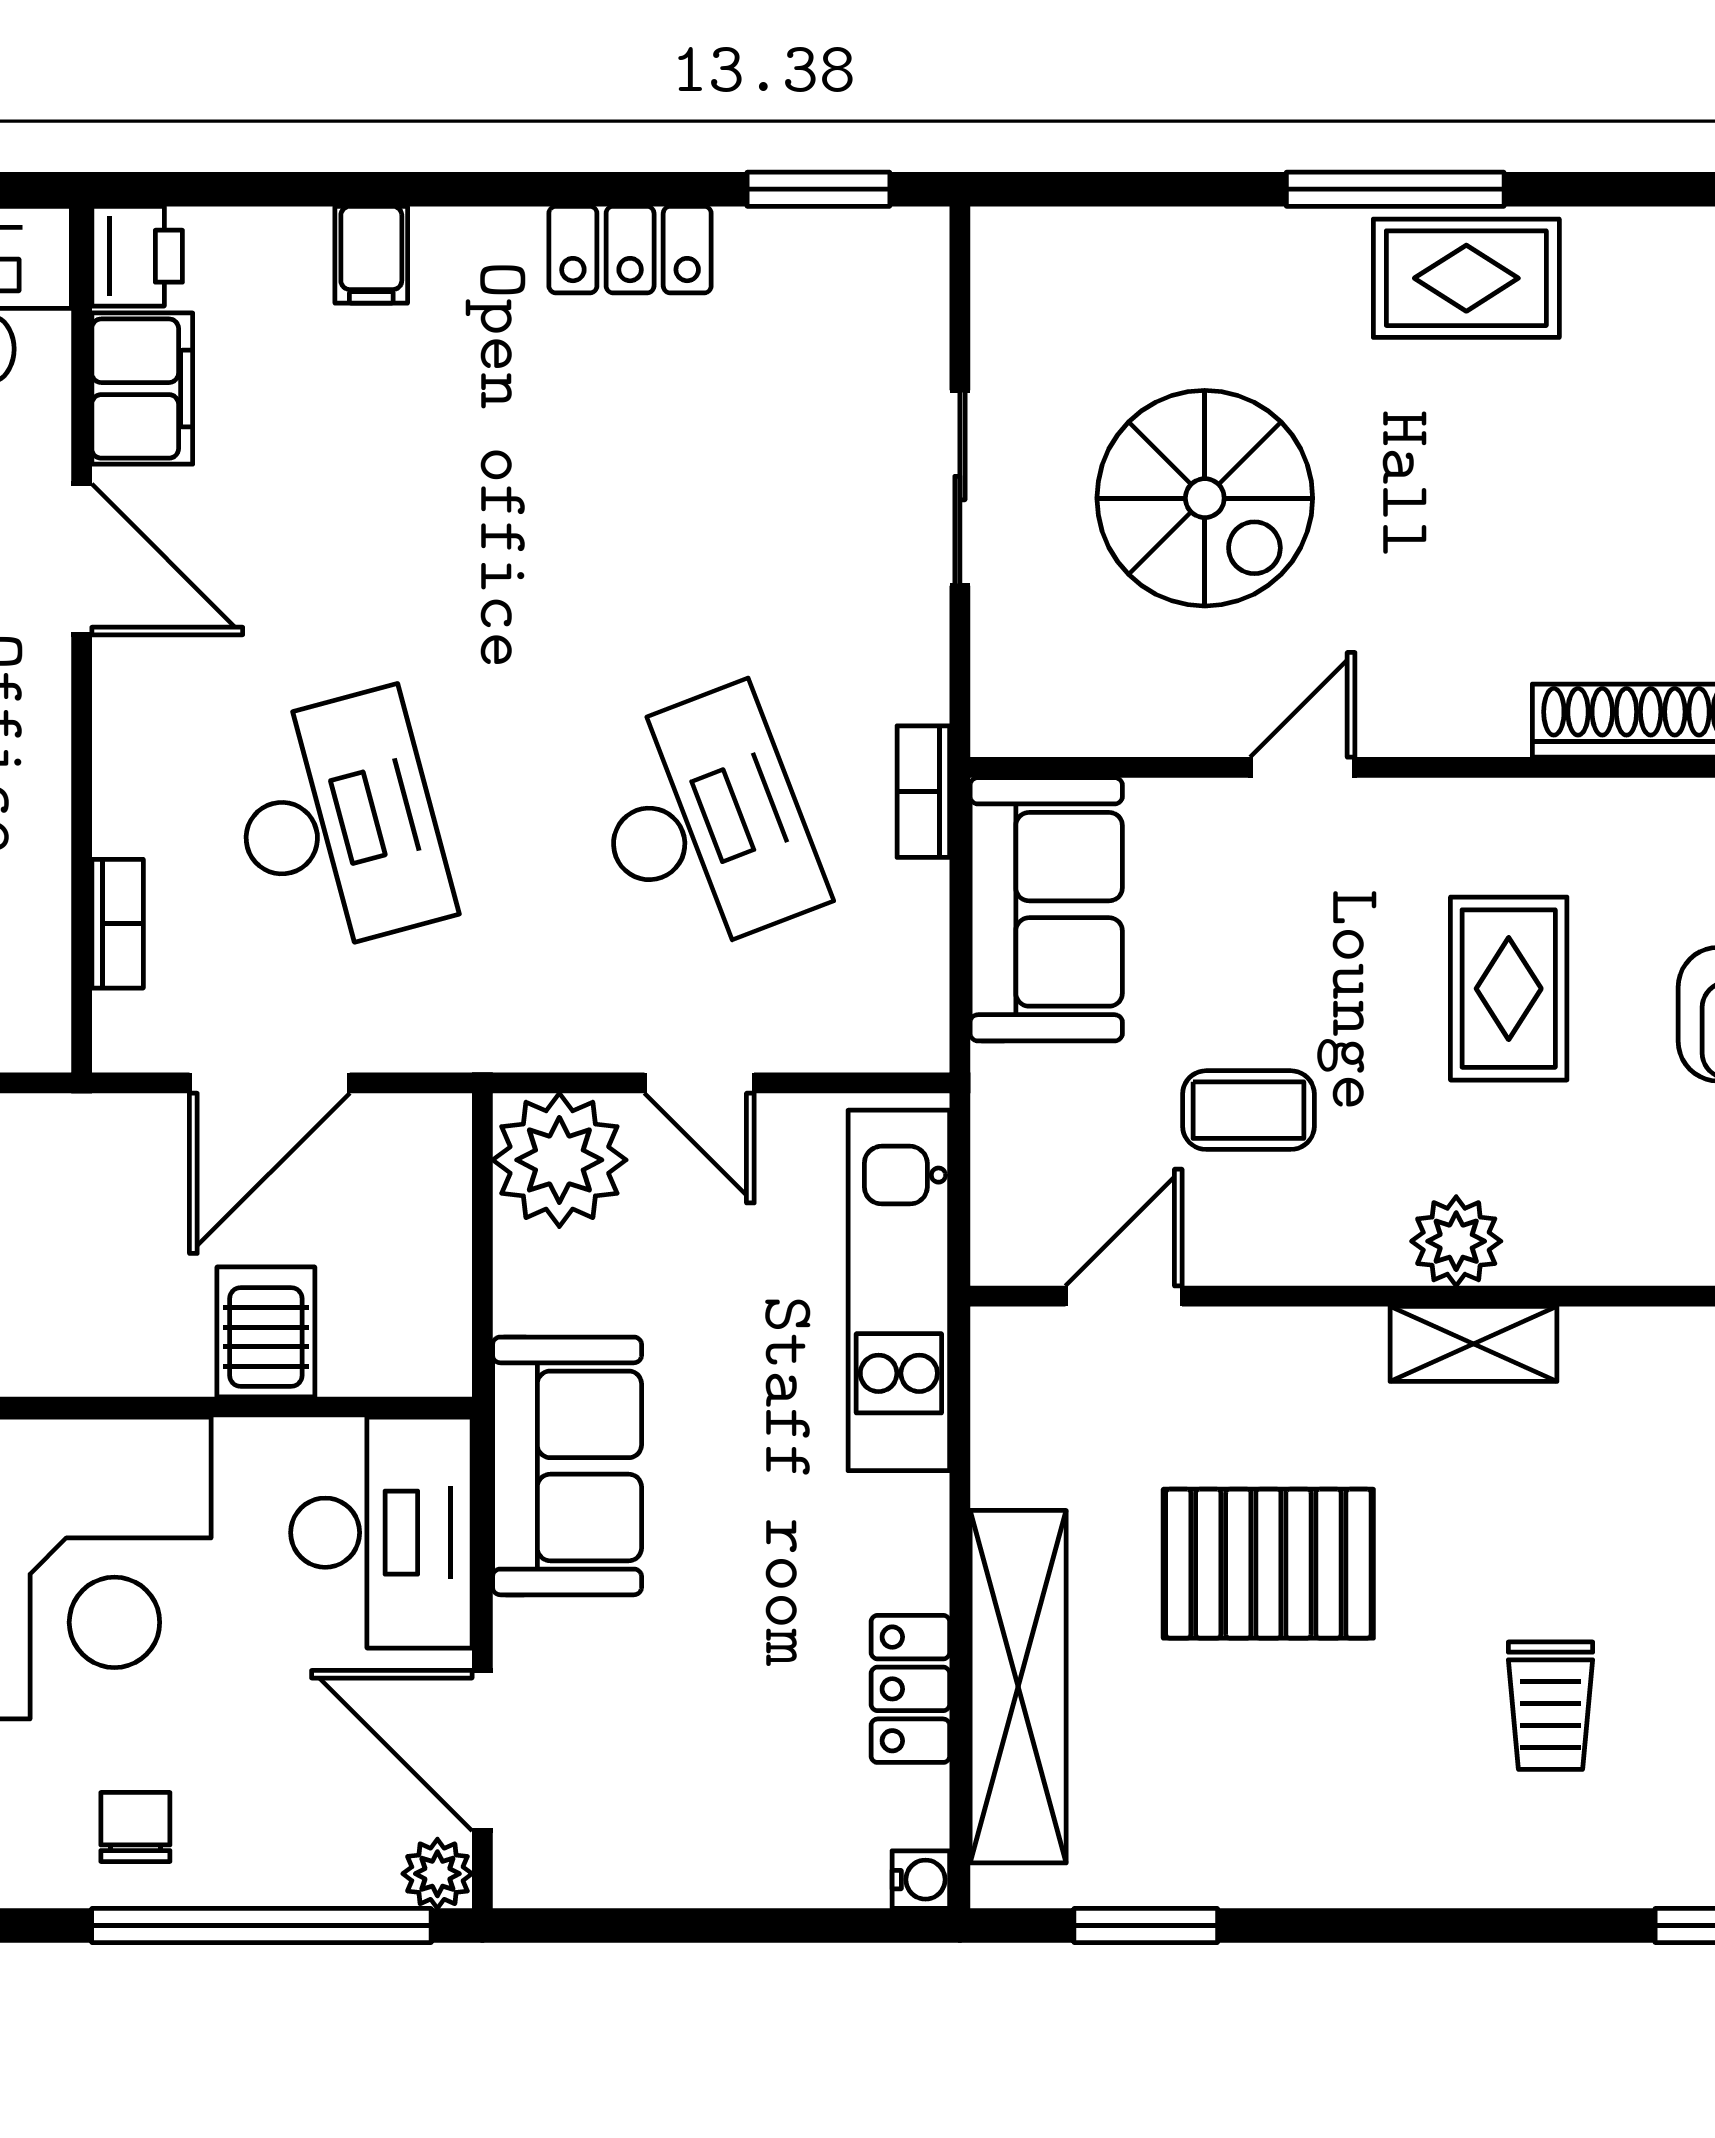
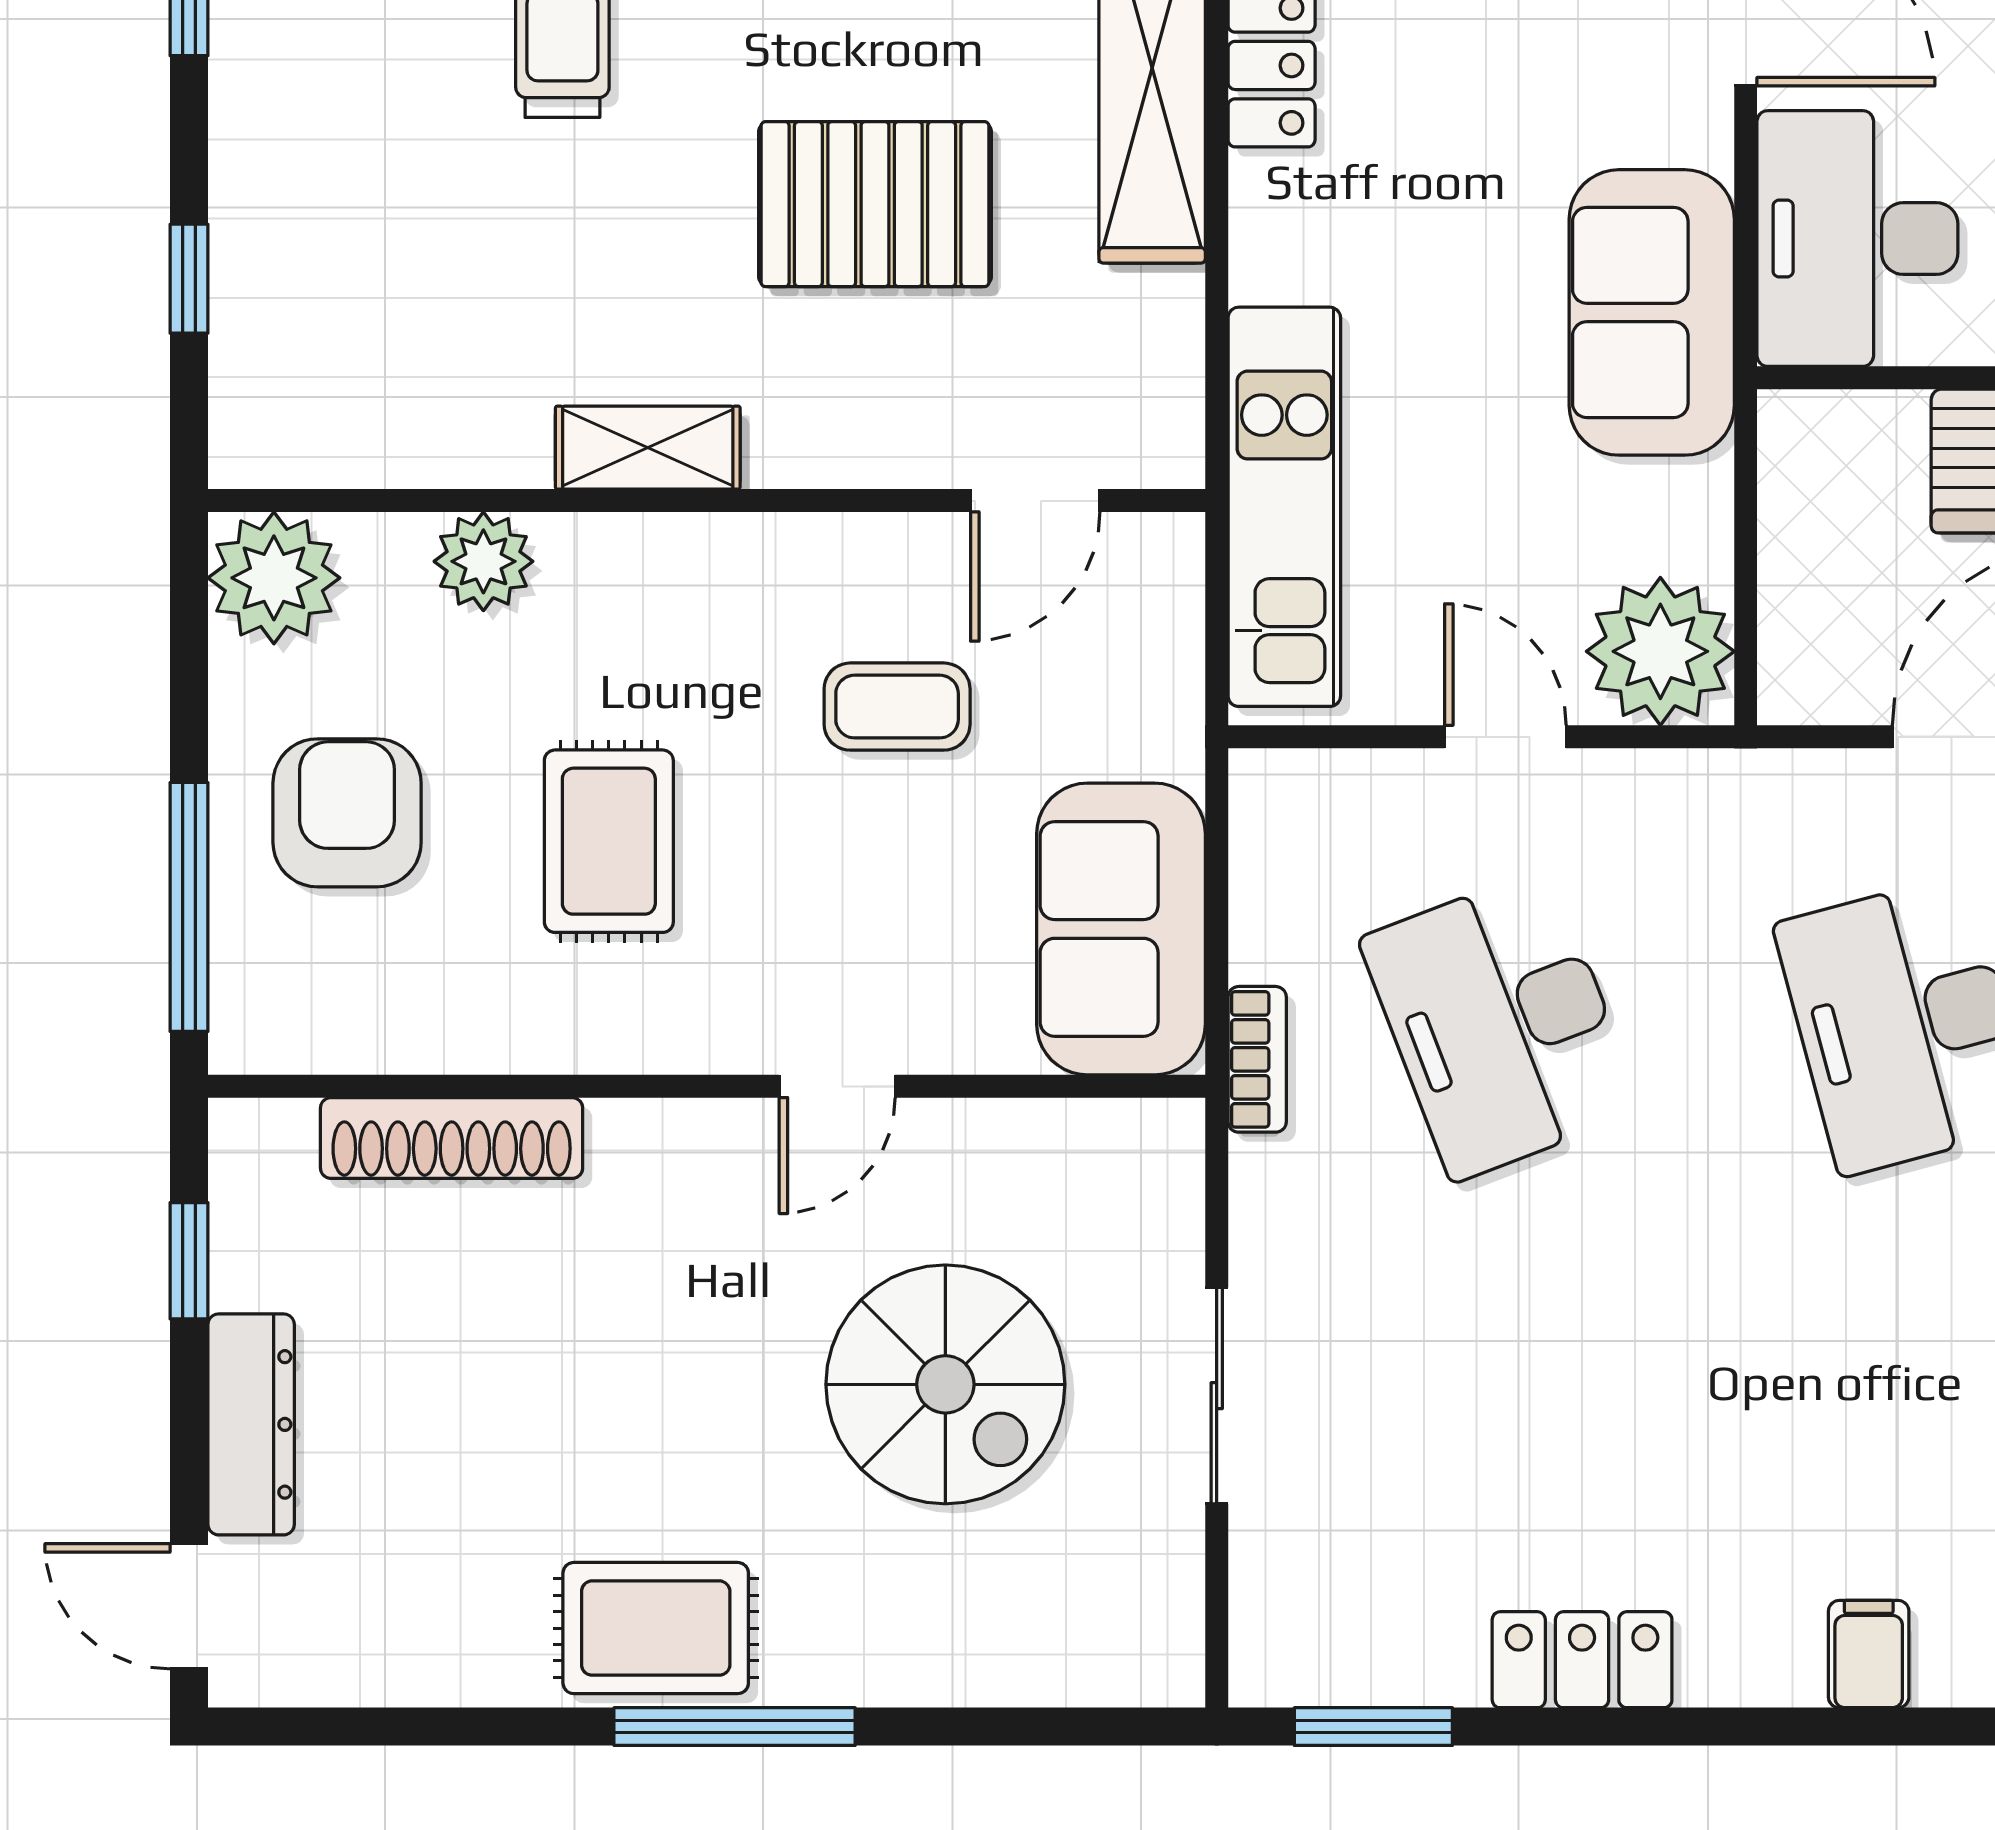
spiral stairs: (1205, 498) -> (945, 1384), turned 180
plant: (1456, 1241) -> (483, 561), moved

